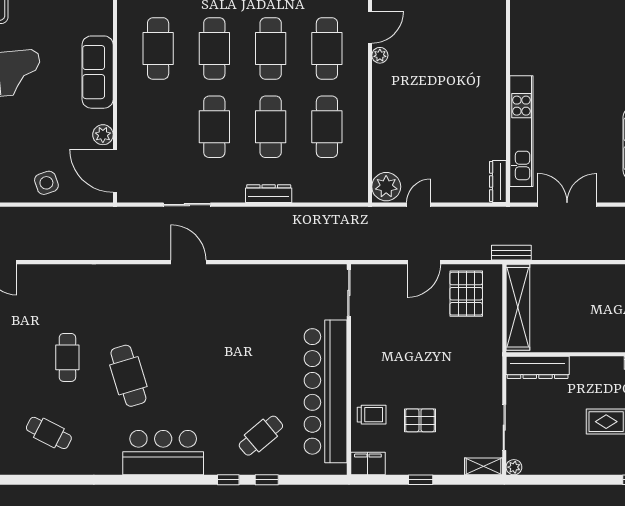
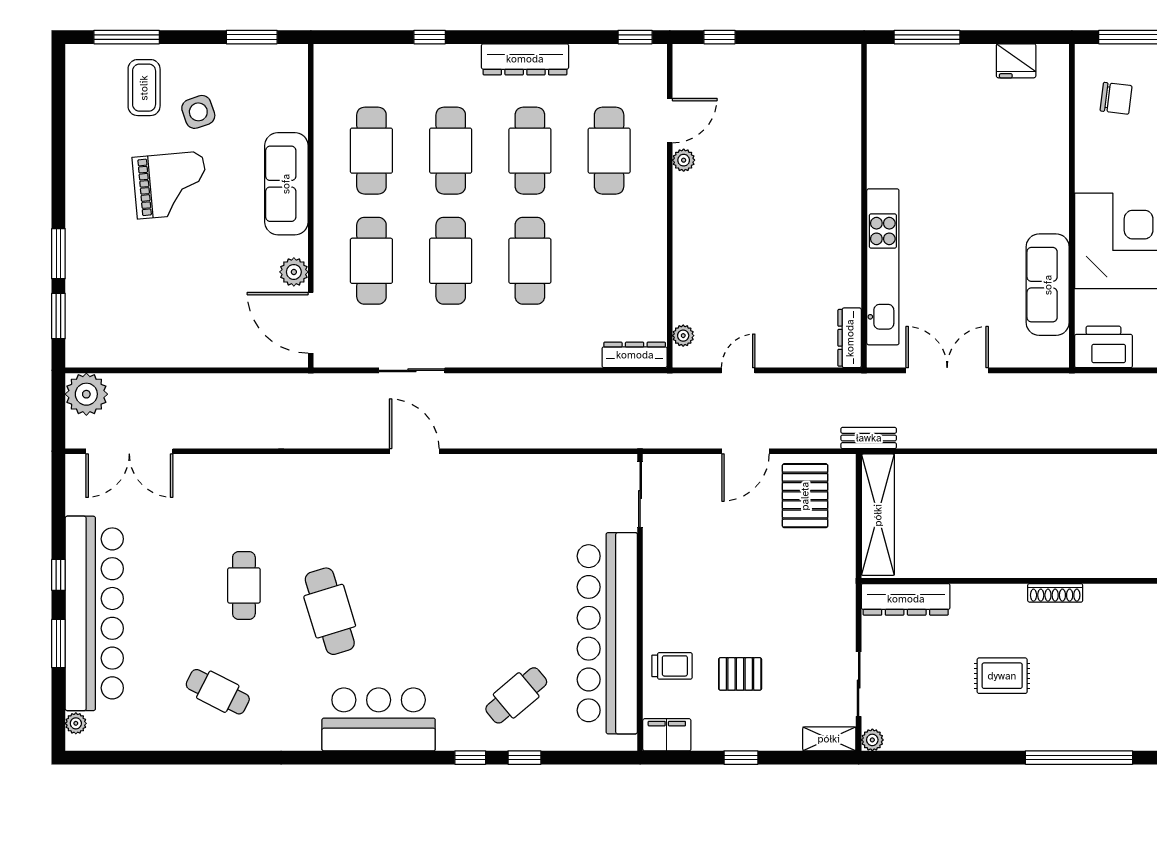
cafe table: (327, 127) -> (371, 261), moved
side table: (46, 183) -> (198, 112), moved
plant: (386, 187) -> (683, 336), width x0.53, depth x0.53
dresser: (269, 194) -> (635, 355), moved

